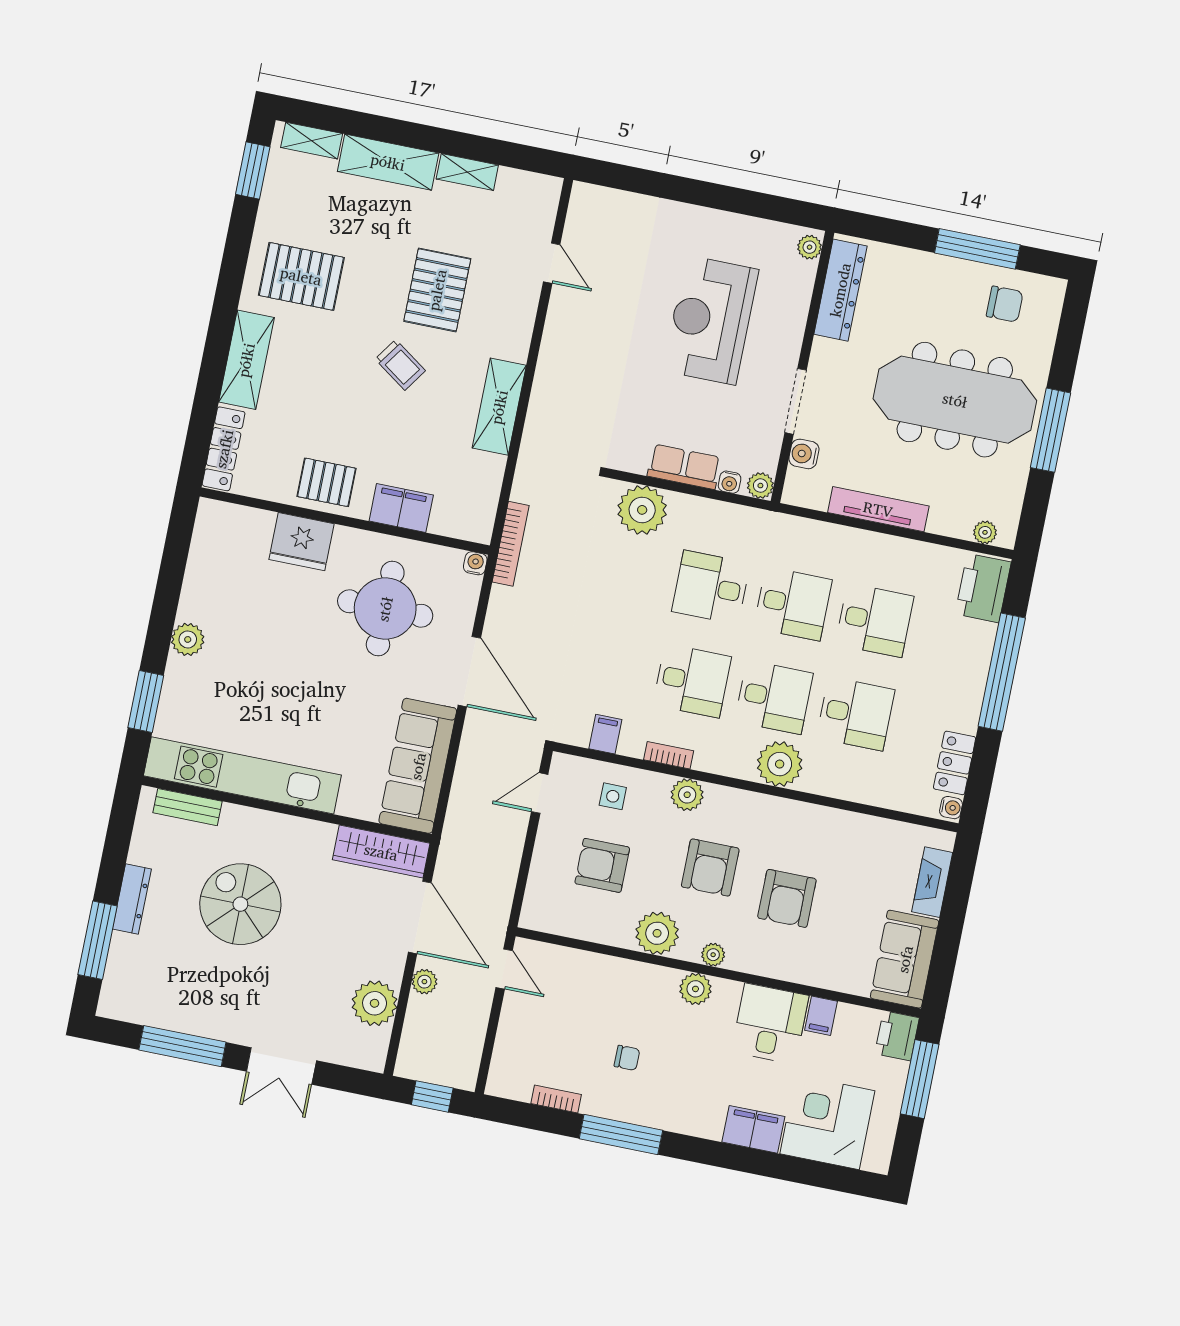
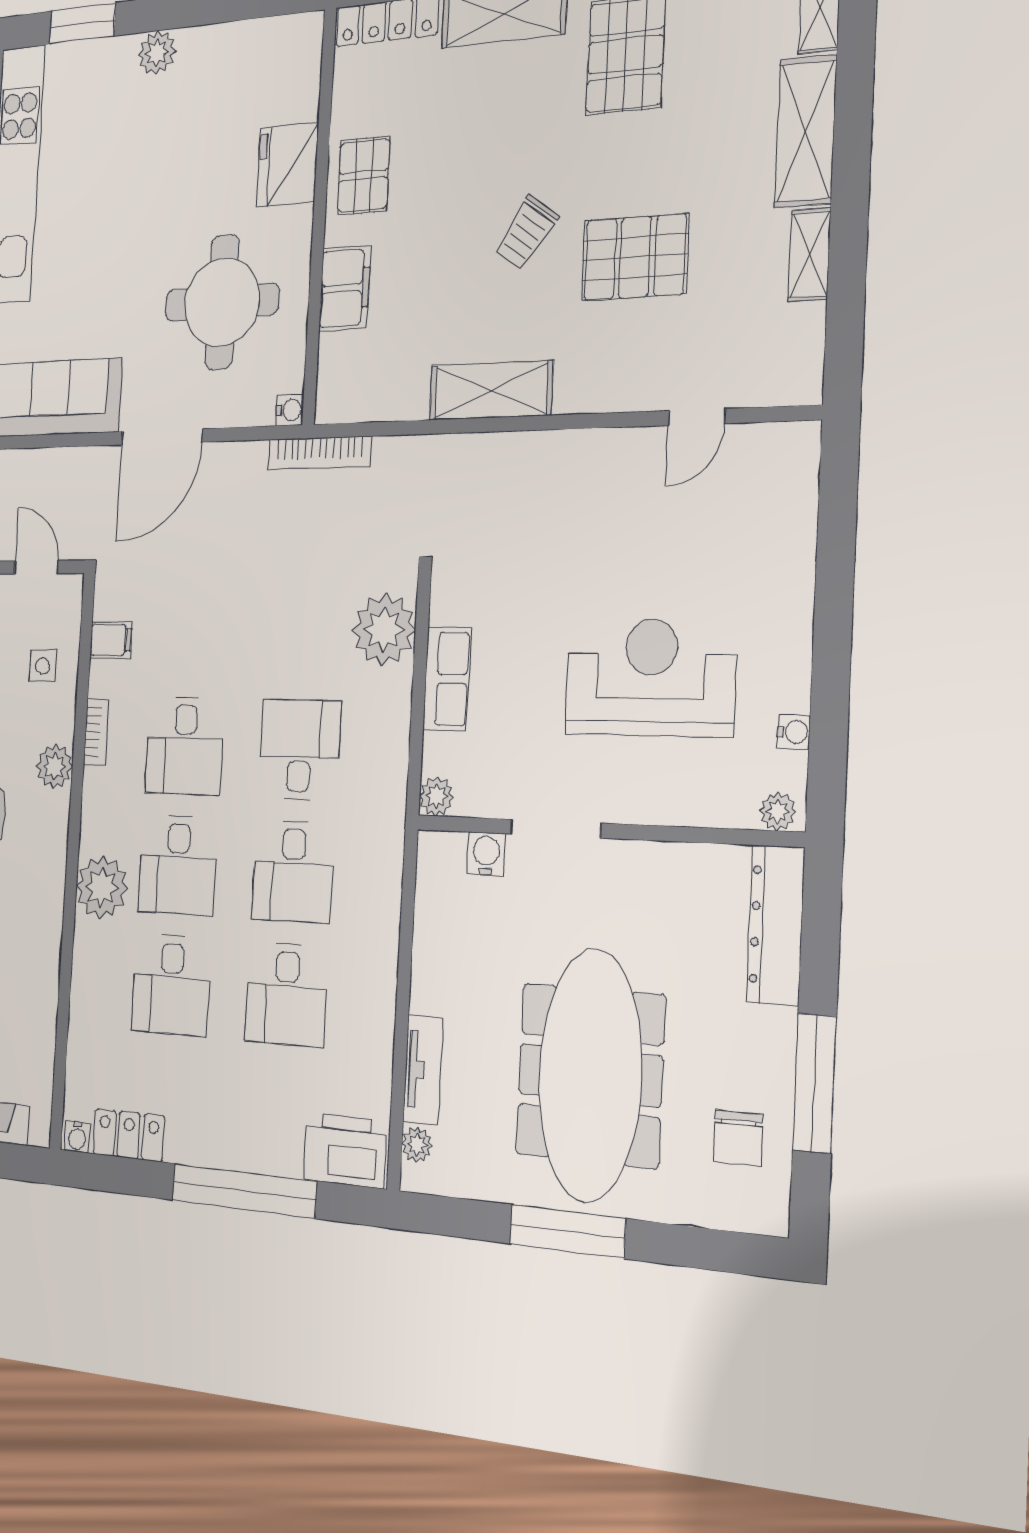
dresser: (840, 290) -> (776, 925), moved, turned 90
water cooler: (730, 482) -> (794, 732), moved, turned 180
tv unit: (878, 509) -> (423, 1070), moved, width x0.71

